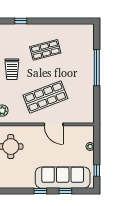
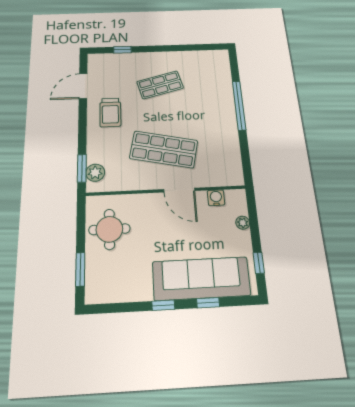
shop shelf: (45, 97) -> (164, 149), turned 33
water cooler: (76, 130) -> (216, 198), added

